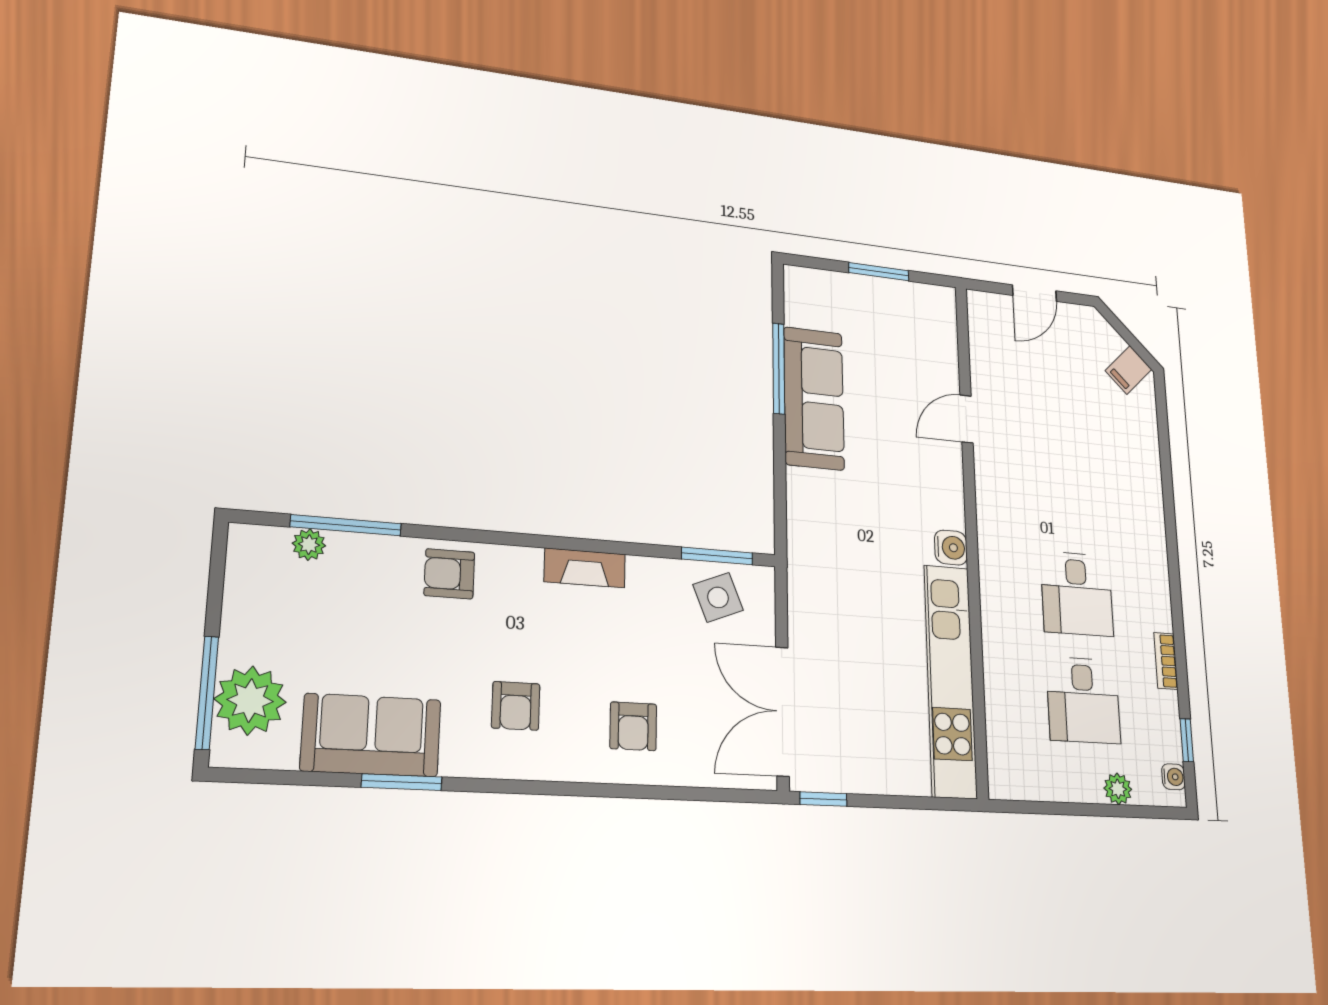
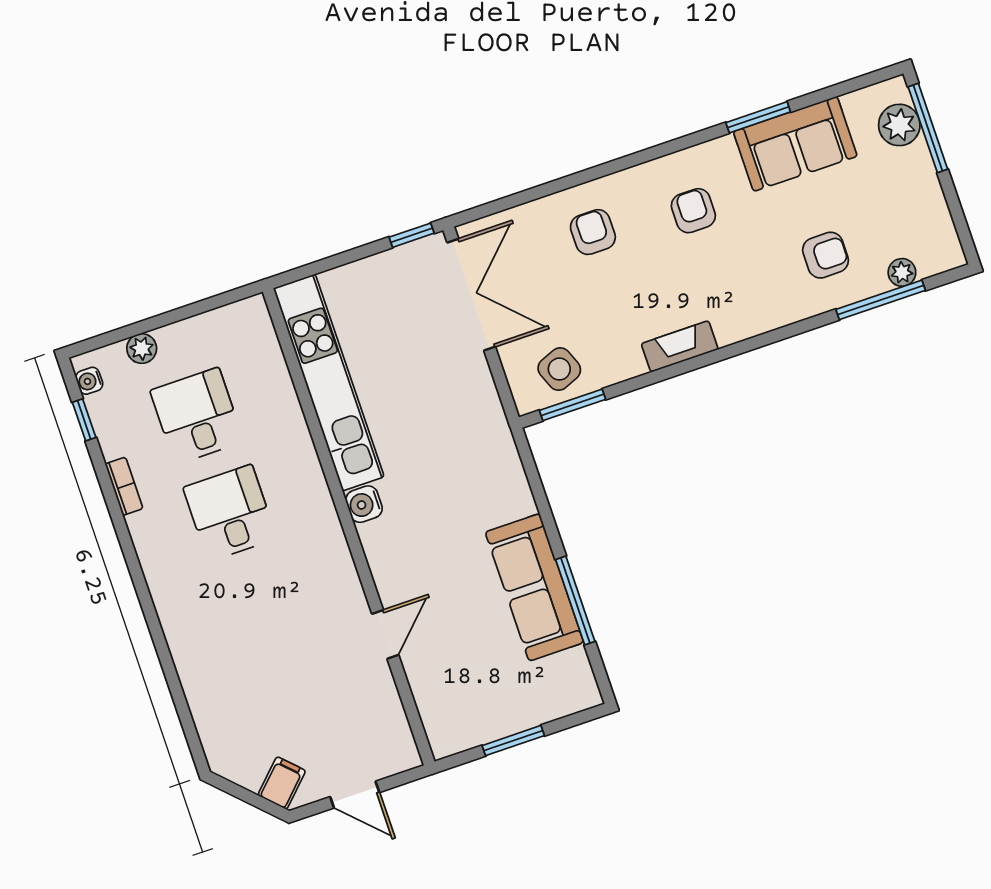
door: (1034, 293) -> (355, 795), swing flipped
filing cabinet: (1129, 370) -> (282, 783), moved
armchair: (449, 574) -> (826, 255), moved
plant: (250, 700) -> (899, 125), width x0.73, depth x0.73

